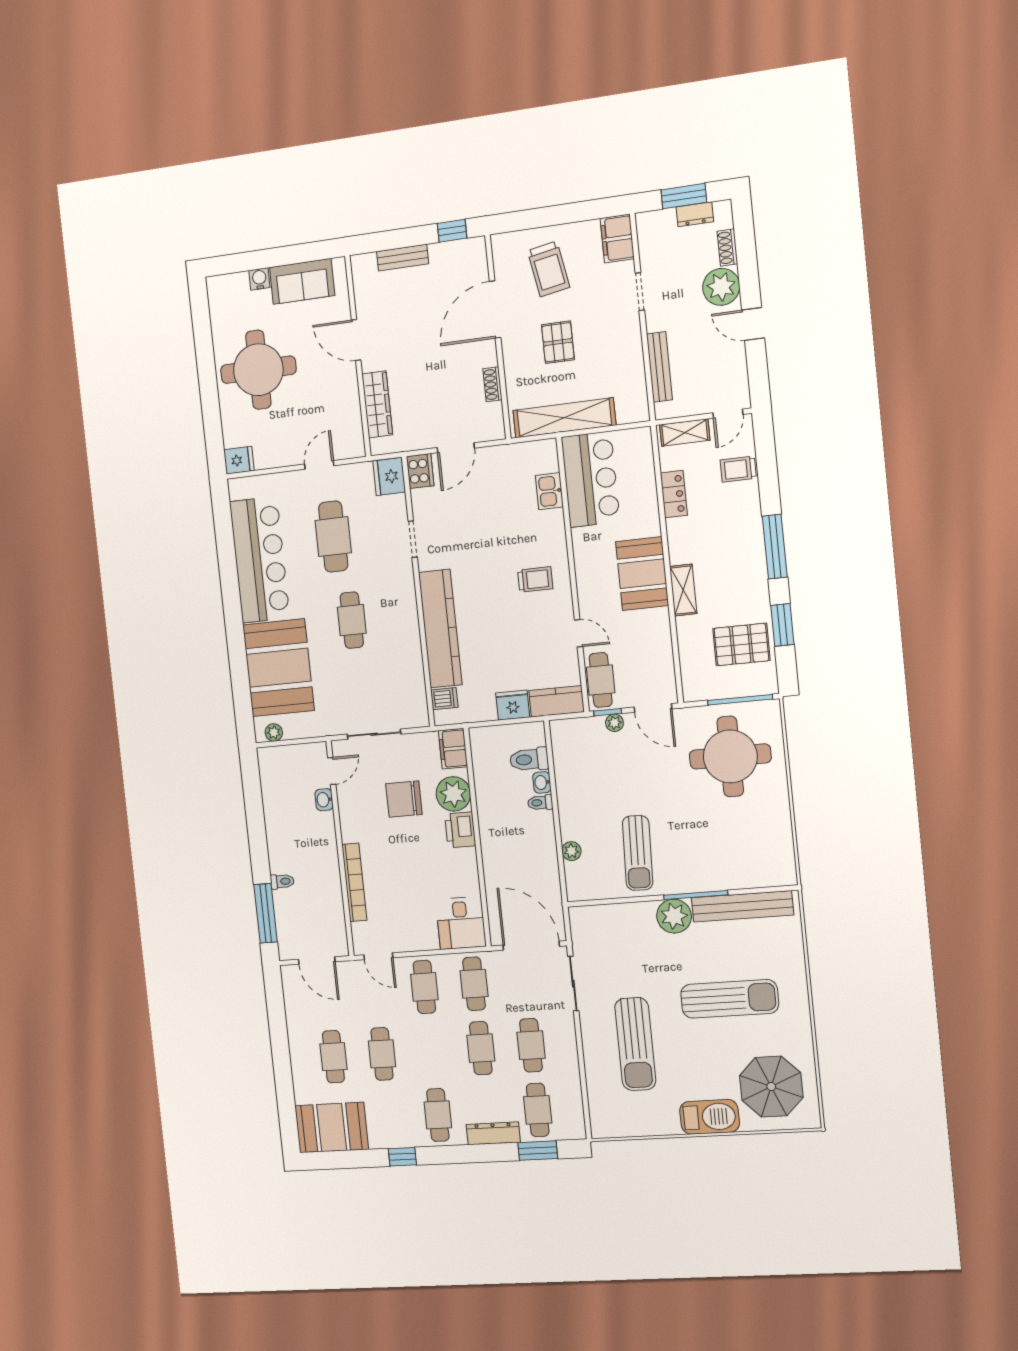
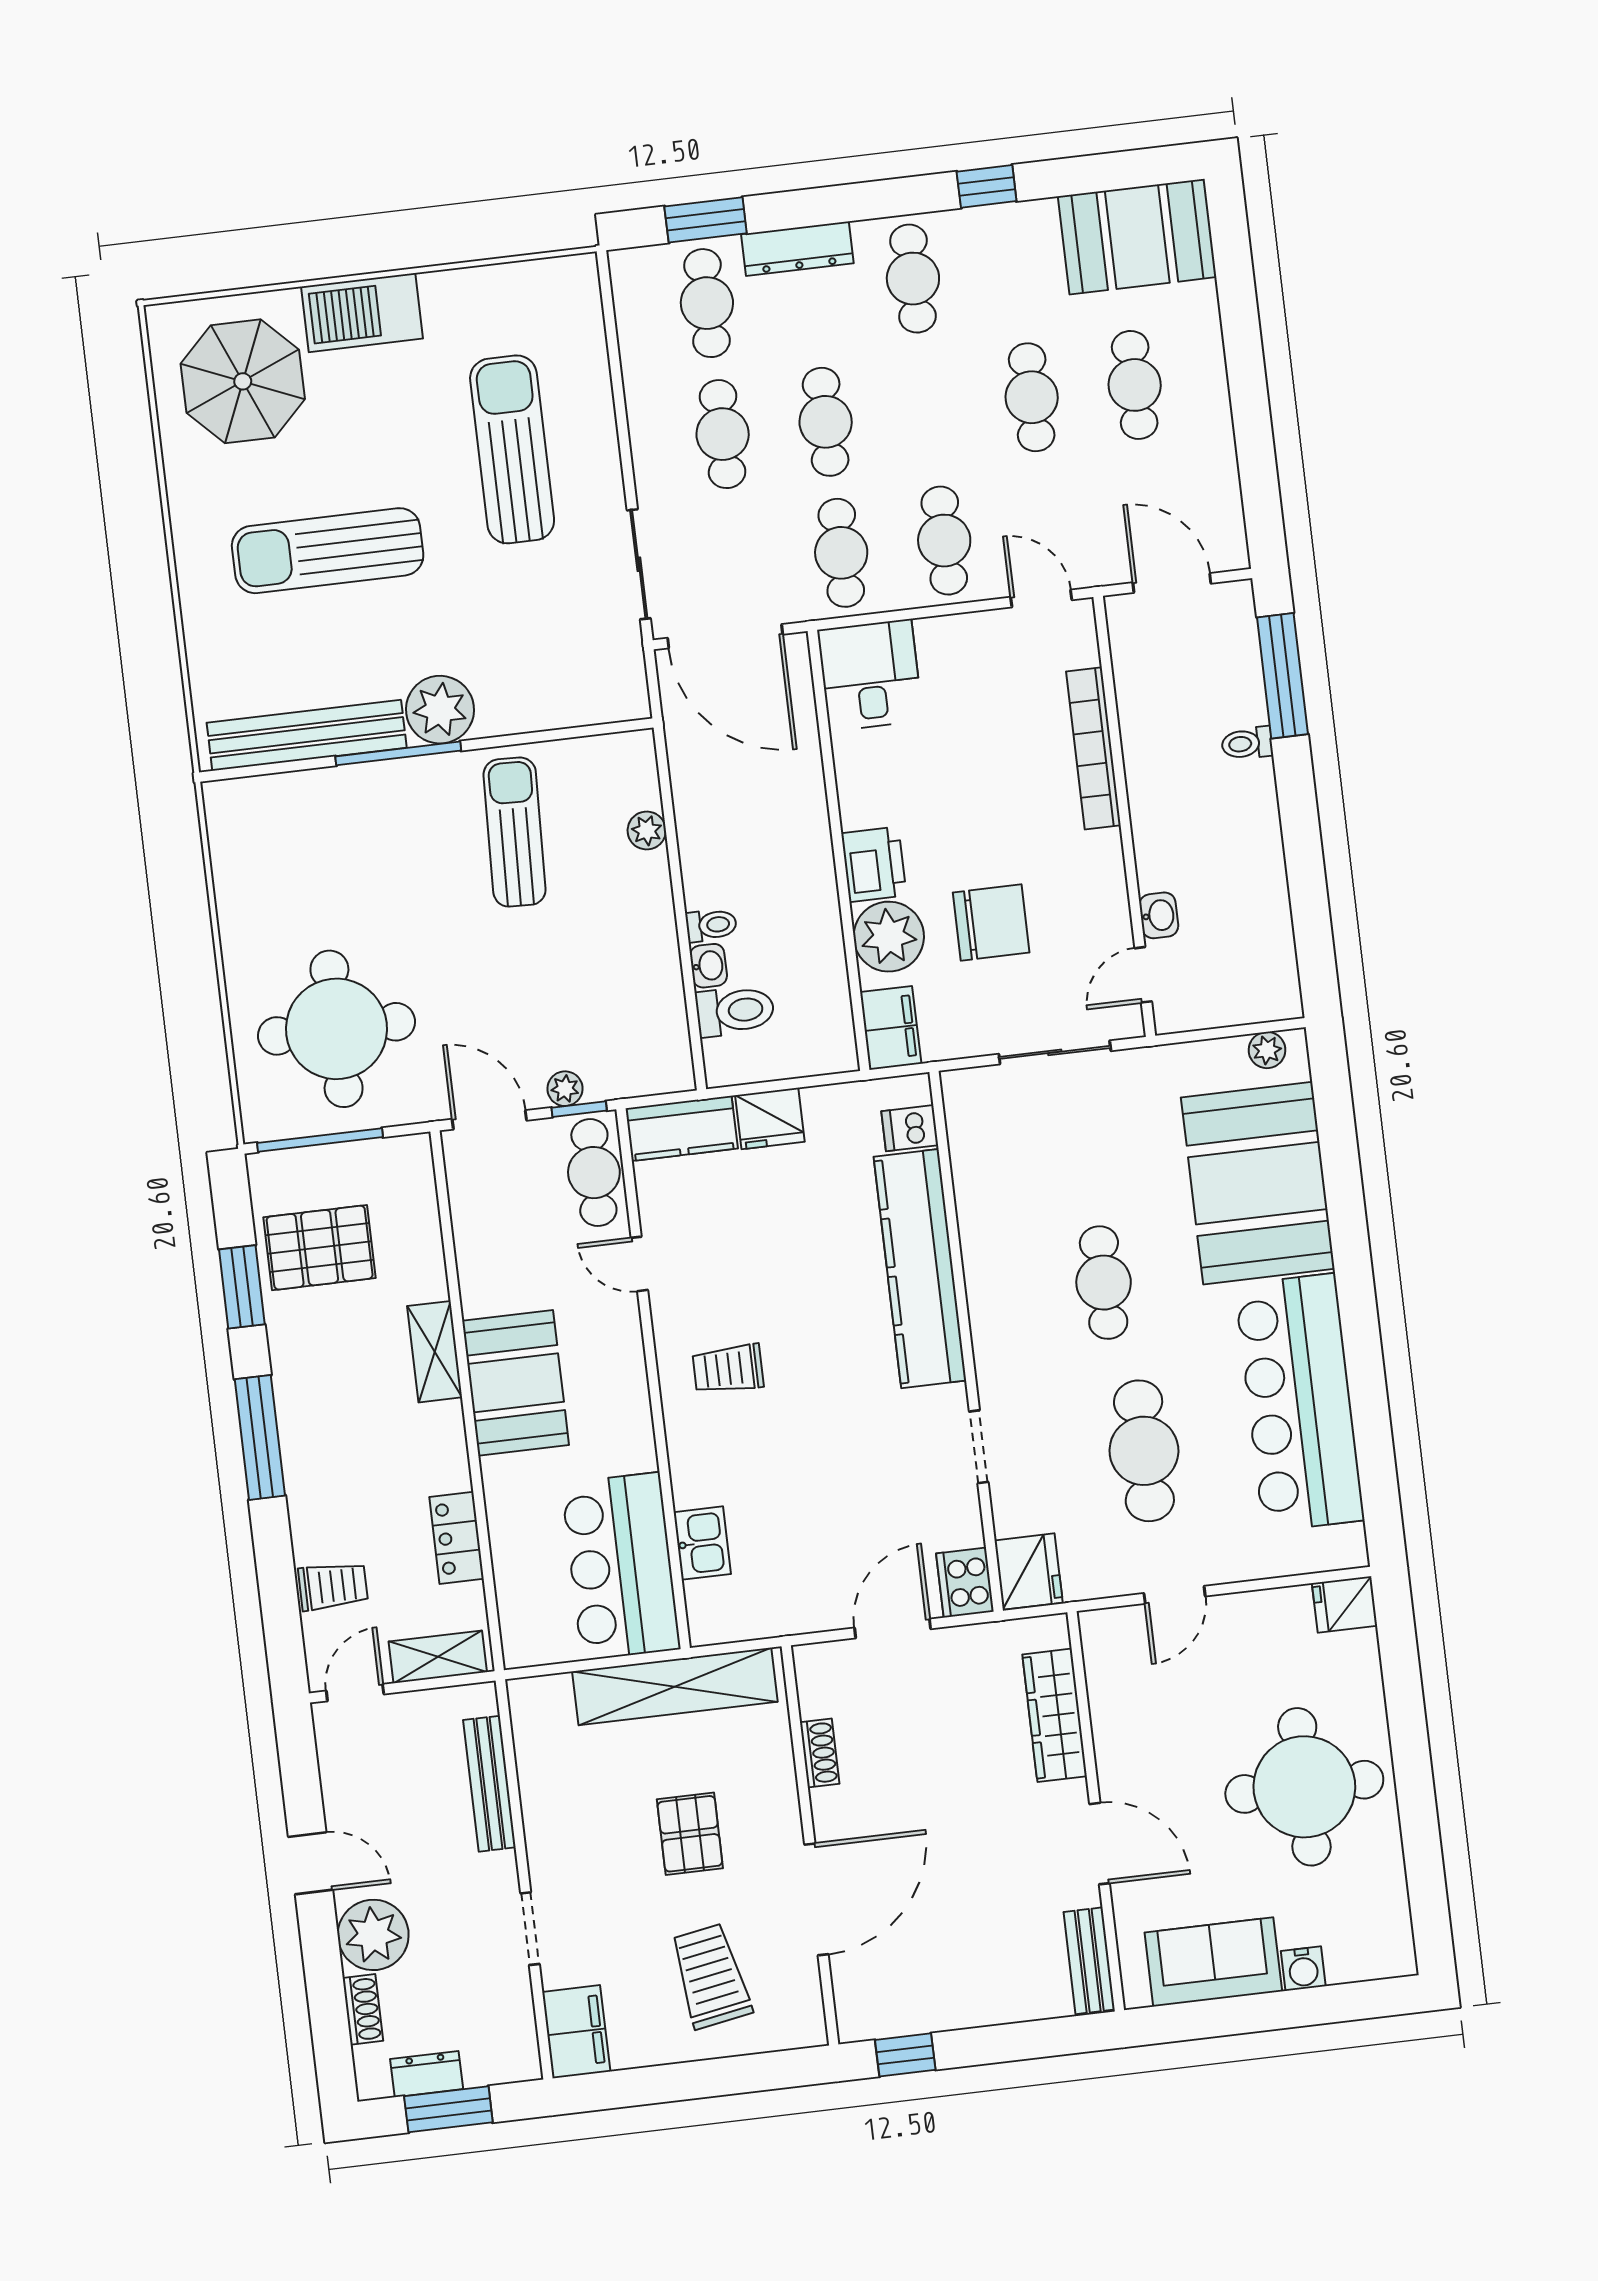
bench: (402, 258) -> (1089, 1961), moved, turned 90

